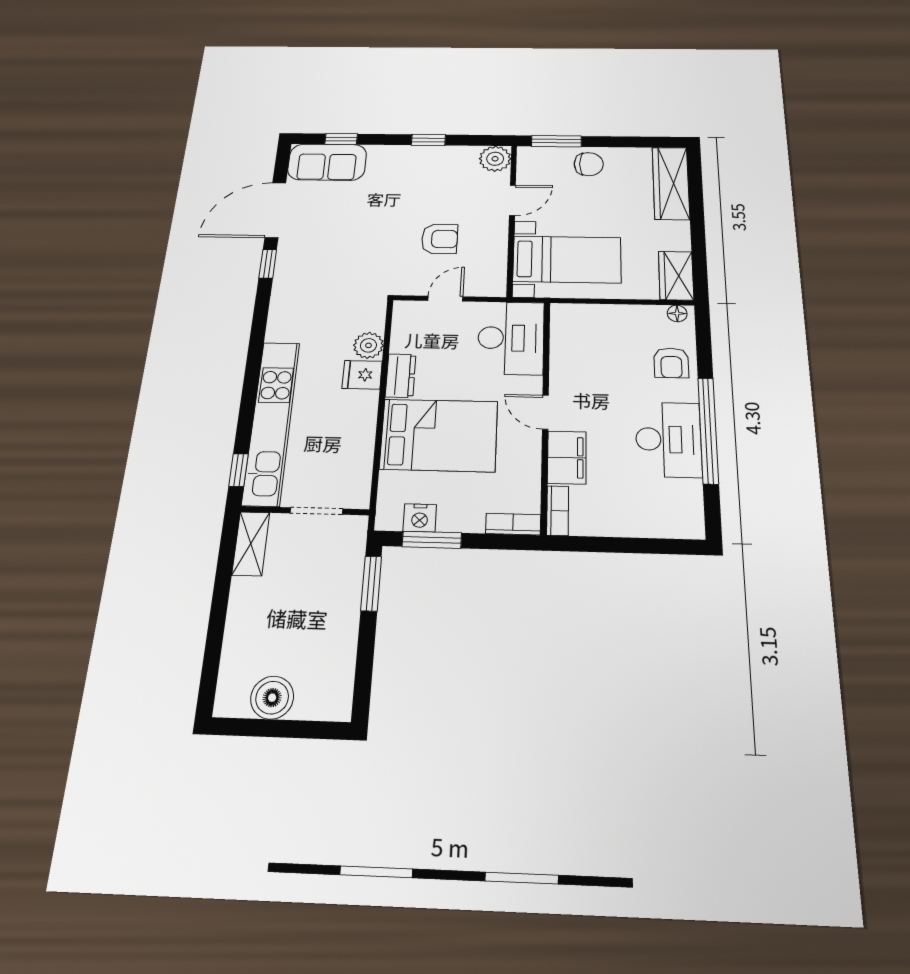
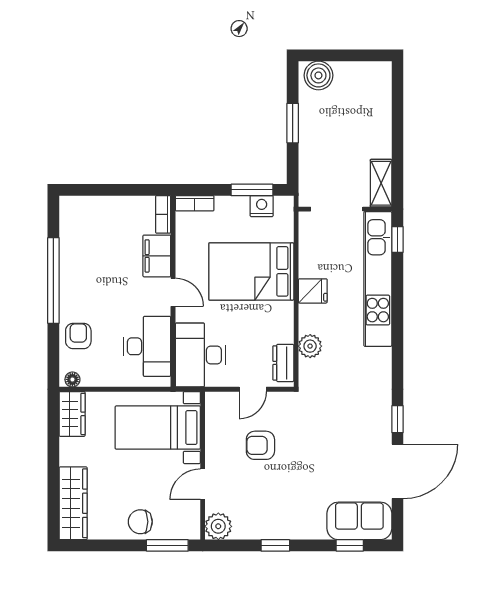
fridge: (362, 375) -> (313, 291), moved
dresser: (401, 376) -> (283, 363), moved
desk: (668, 439) -> (147, 346), moved, turned 180
doorway: (316, 511) -> (337, 209), width x1.38
window: (371, 584) -> (293, 123), moved
boiler: (272, 698) -> (318, 75), moved

